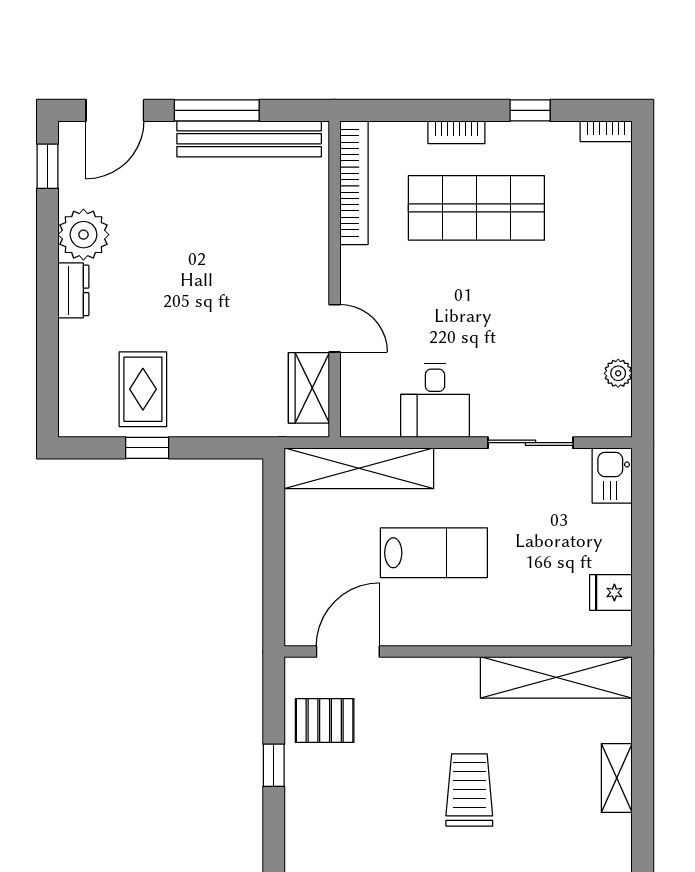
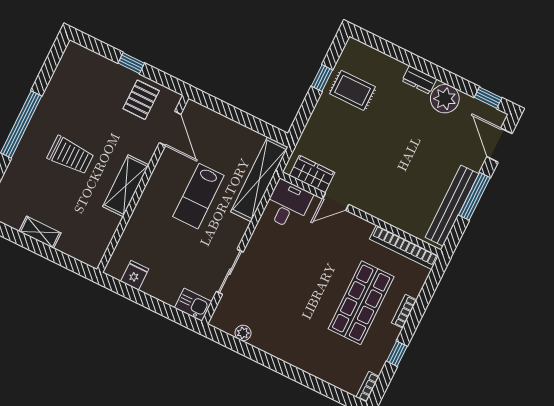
desk: (435, 400) -> (288, 204), moved, turned 90
shelving: (556, 677) -> (126, 186), moved, width x0.68

